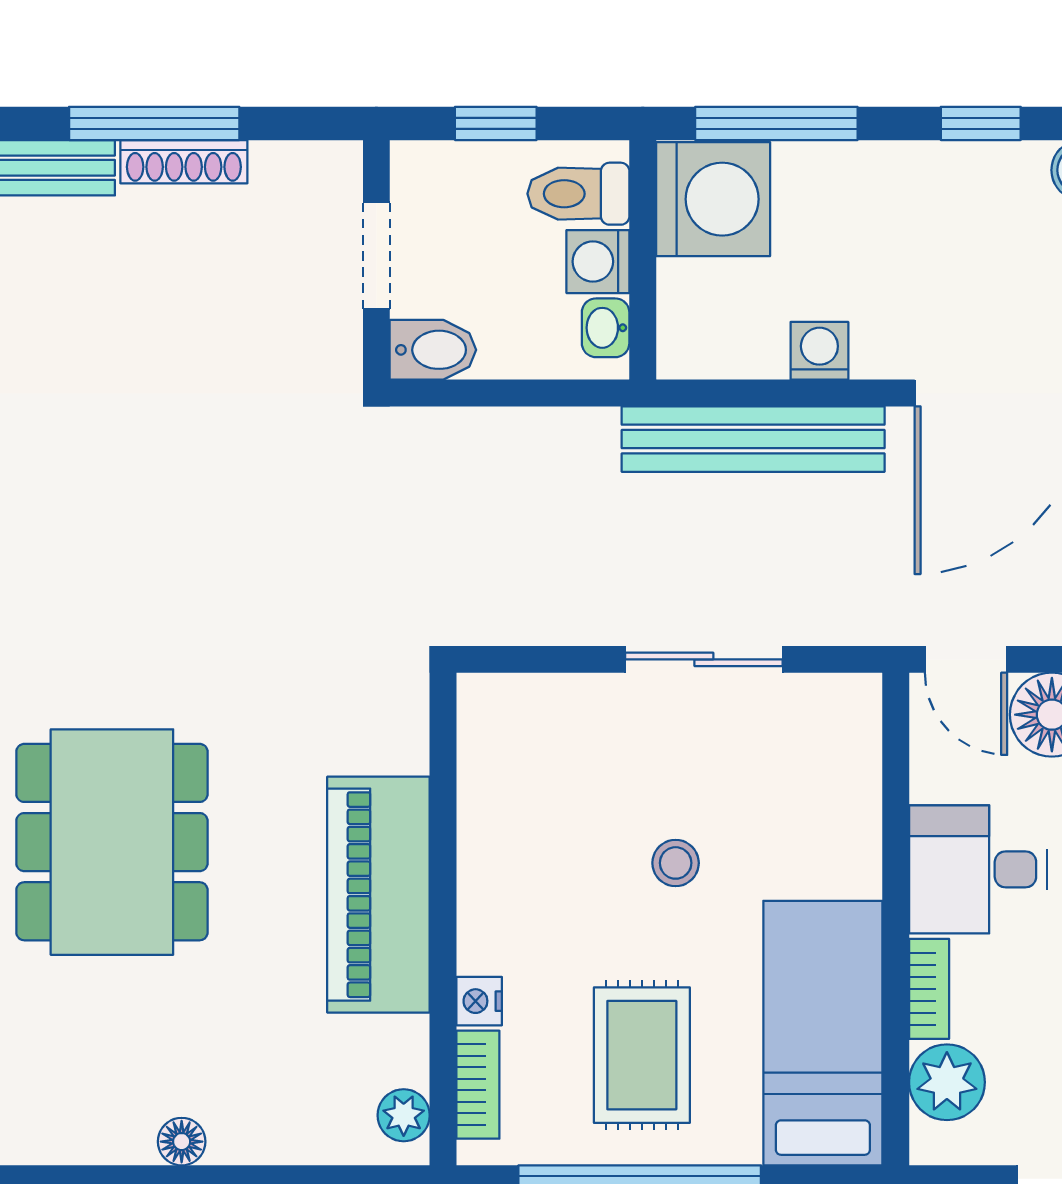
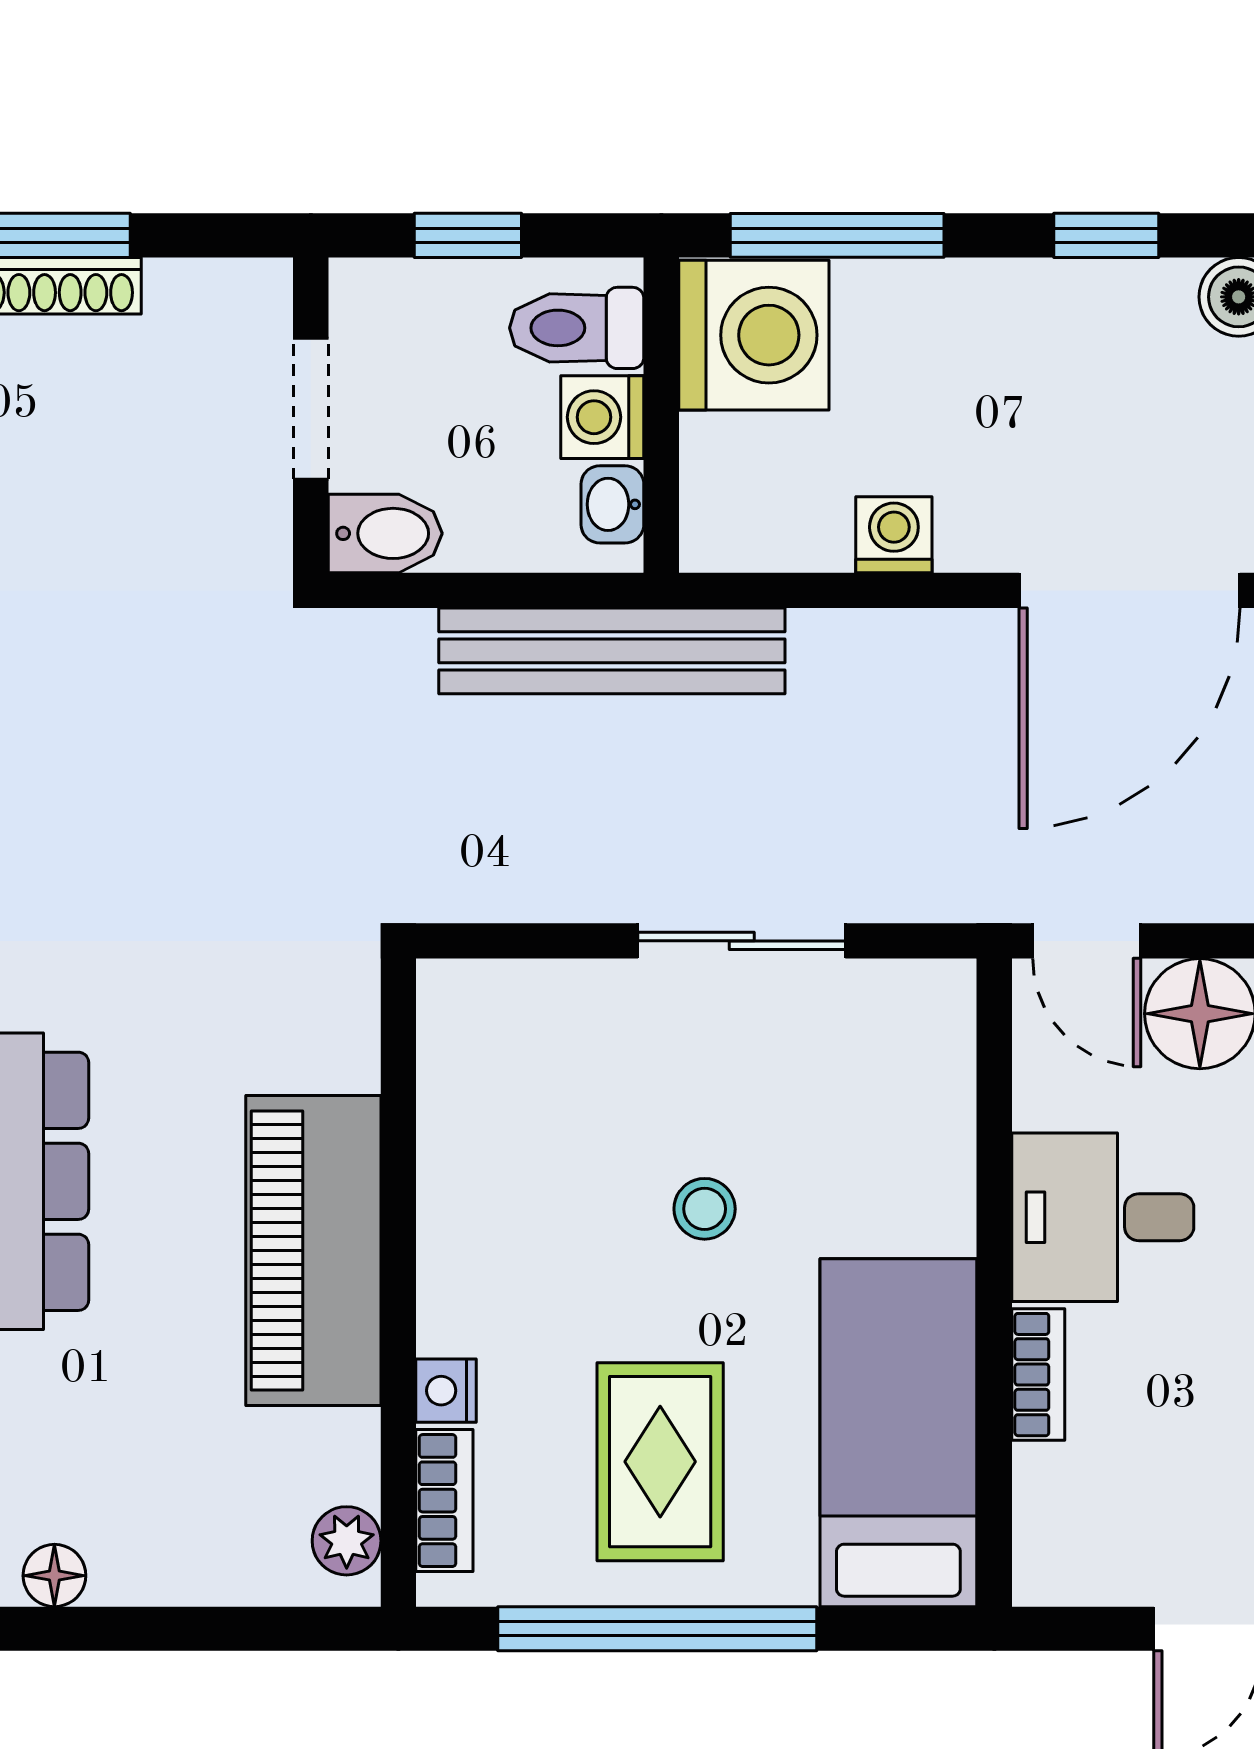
bench: (753, 439) -> (612, 651), moved
plant: (947, 1082) -> (1062, 1497), removed

